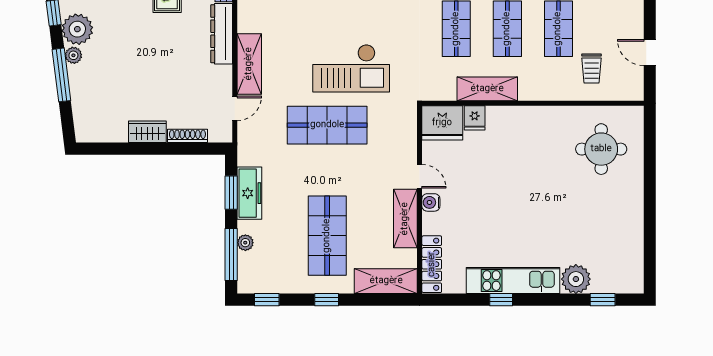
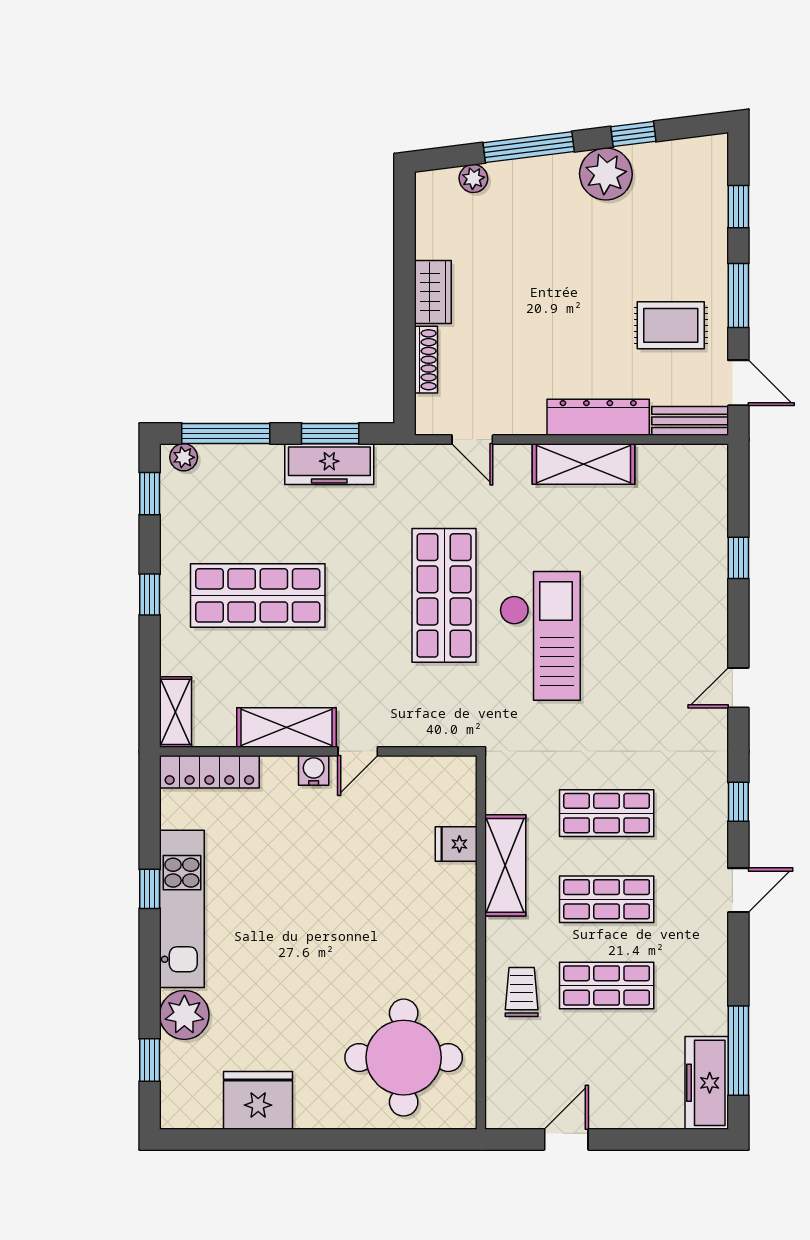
plant: (73, 55) -> (473, 178), moved
shelving: (249, 64) -> (584, 464), moved
checkout: (351, 68) -> (540, 636), turned 180
trolley: (592, 69) -> (522, 992), moved, turned 90
fridge: (442, 123) -> (258, 1100), moved, turned 90
round table: (601, 149) -> (404, 1058), width x1.36, depth x1.36
plant: (245, 243) -> (184, 457), moved
shelving: (386, 281) -> (176, 712), width x0.67, depth x0.75

